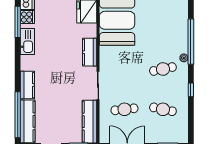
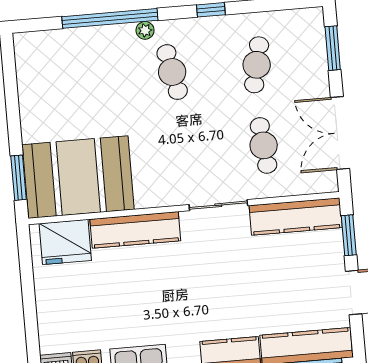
kitchen counter: (90, 52) -> (135, 230), width x1.50

